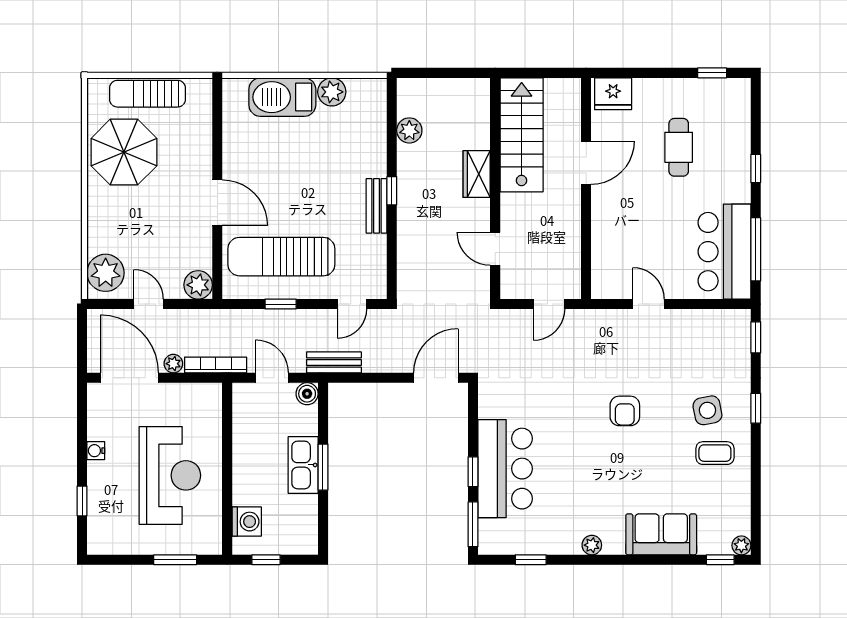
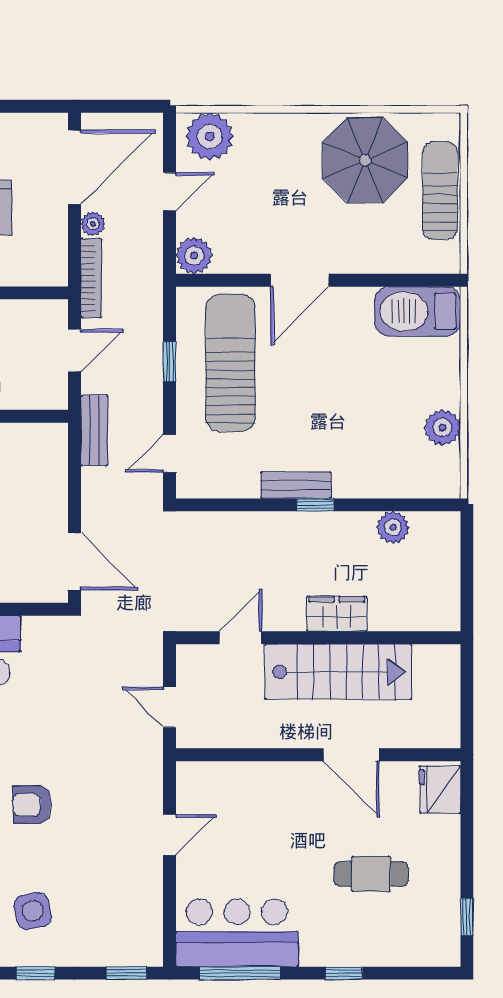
barbecue: (282, 97) -> (418, 311), moved, turned -90
stairs: (522, 135) -> (338, 672), moved
door: (352, 304) -> (169, 454), hinge flipped
boiler: (307, 394) -> (54, 396), removed

